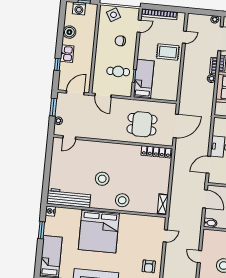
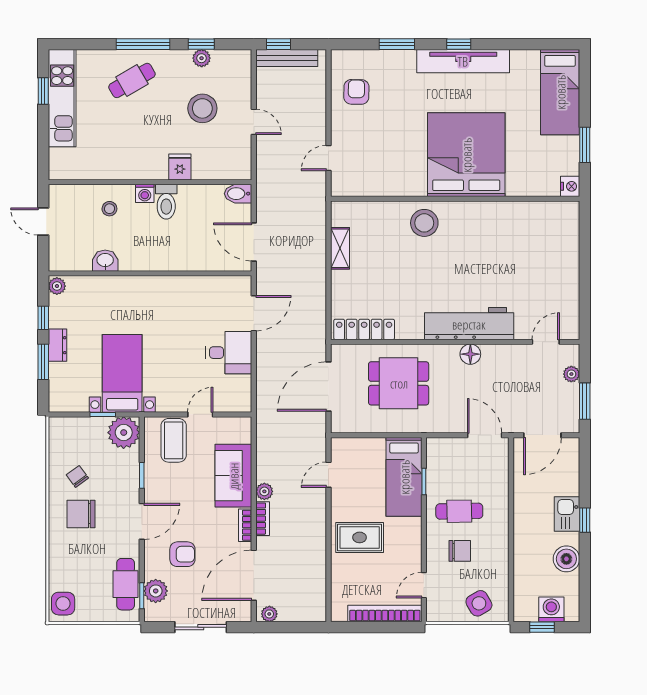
door: (184, 37) -> (328, 475), moved
window: (57, 64) -> (585, 520), moved
cafe table: (118, 71) -> (459, 511), moved
floor lamp: (106, 135) -> (470, 354), added
stool: (102, 179) -> (470, 263), removed
workbench: (69, 198) -> (469, 324), moved, turned 180
shelving: (163, 204) -> (340, 248), moved

